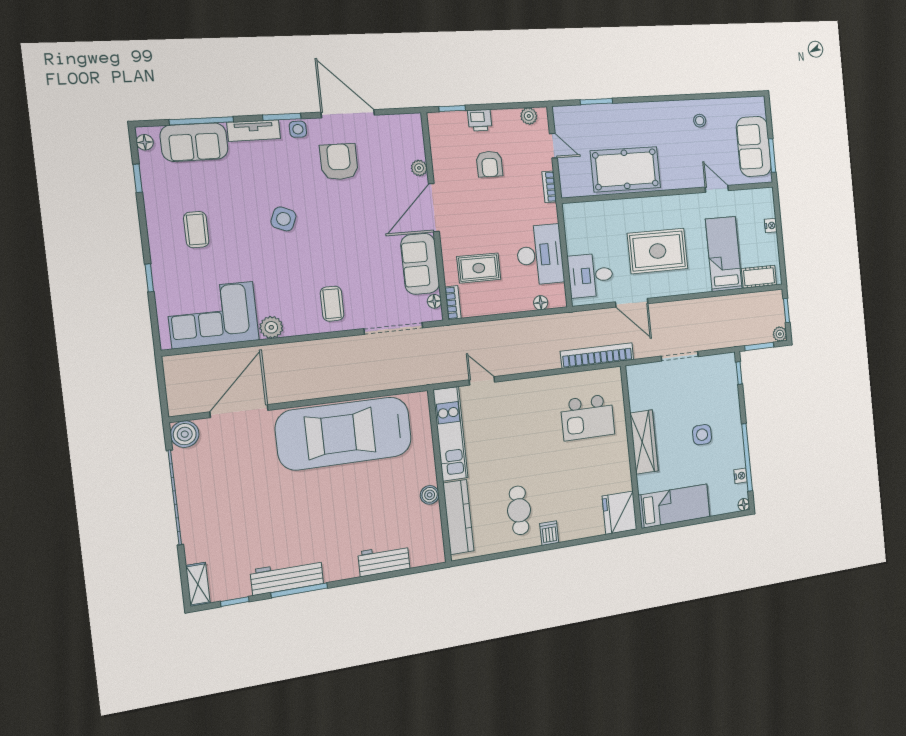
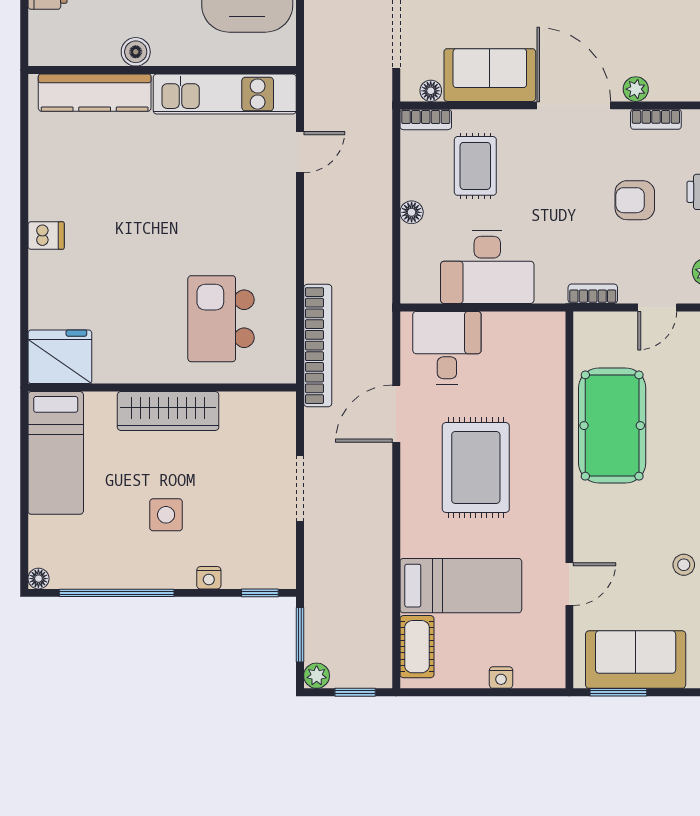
bookcase: (437, 154) -> (656, 119), added
floor lamp: (541, 303) -> (412, 212), moved
nightstand: (741, 476) -> (209, 578), moved
cafe table: (519, 510) -> (90, 190), removed

